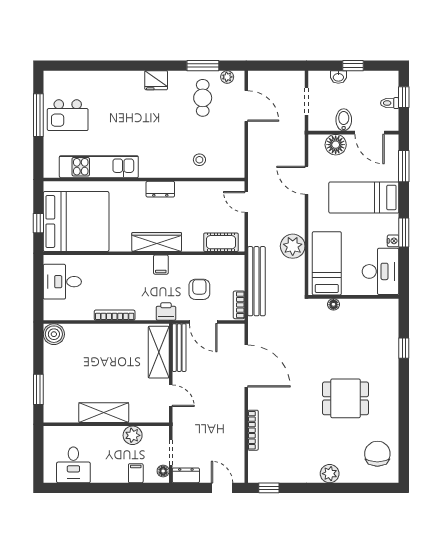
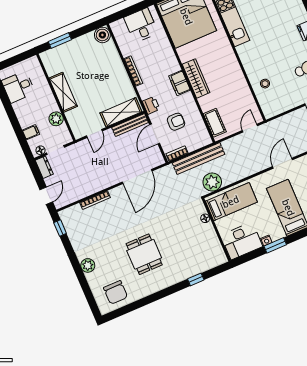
dresser: (160, 189) -> (233, 65), removed
plant: (293, 246) -> (212, 182), moved
filing cabinet: (161, 265) -> (180, 83), width x2.00
chair: (377, 454) -> (116, 292), turned 90

